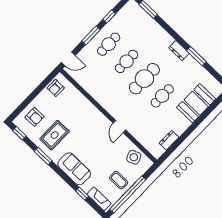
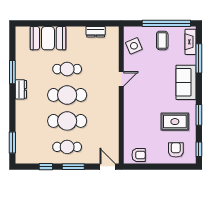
cafe table: (127, 61) -> (67, 121), width x1.37, depth x1.35
window: (82, 194) -> (199, 58), width x2.17

